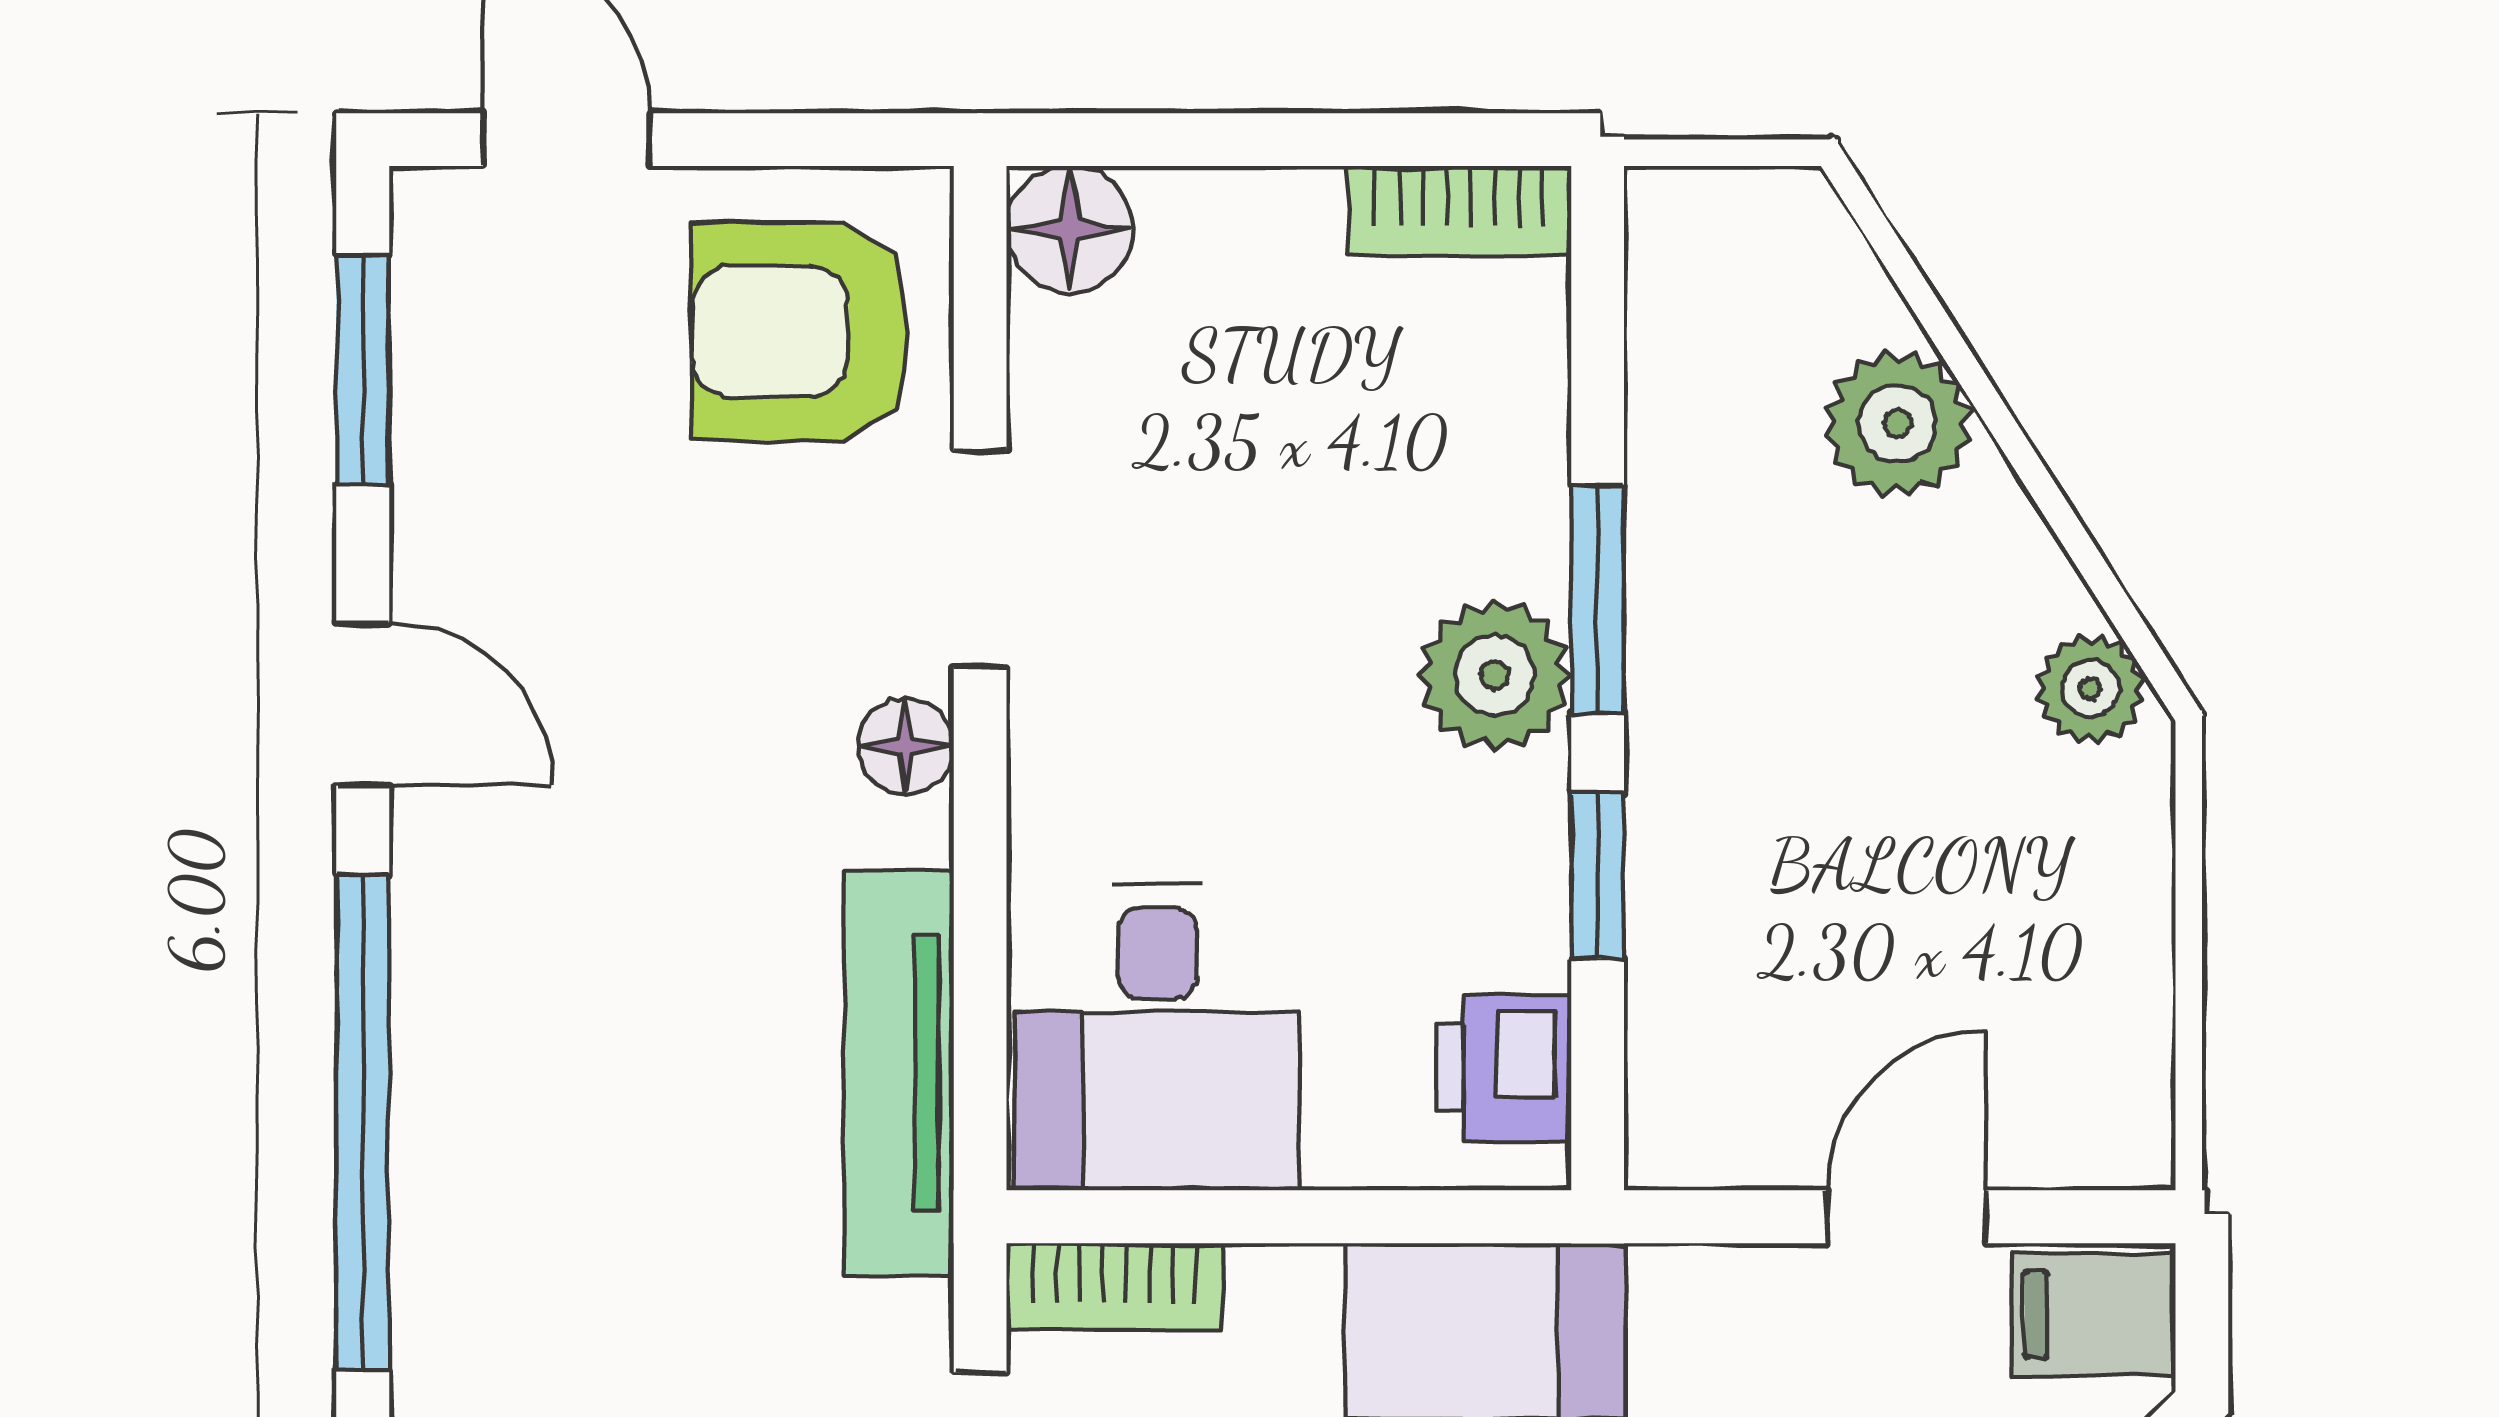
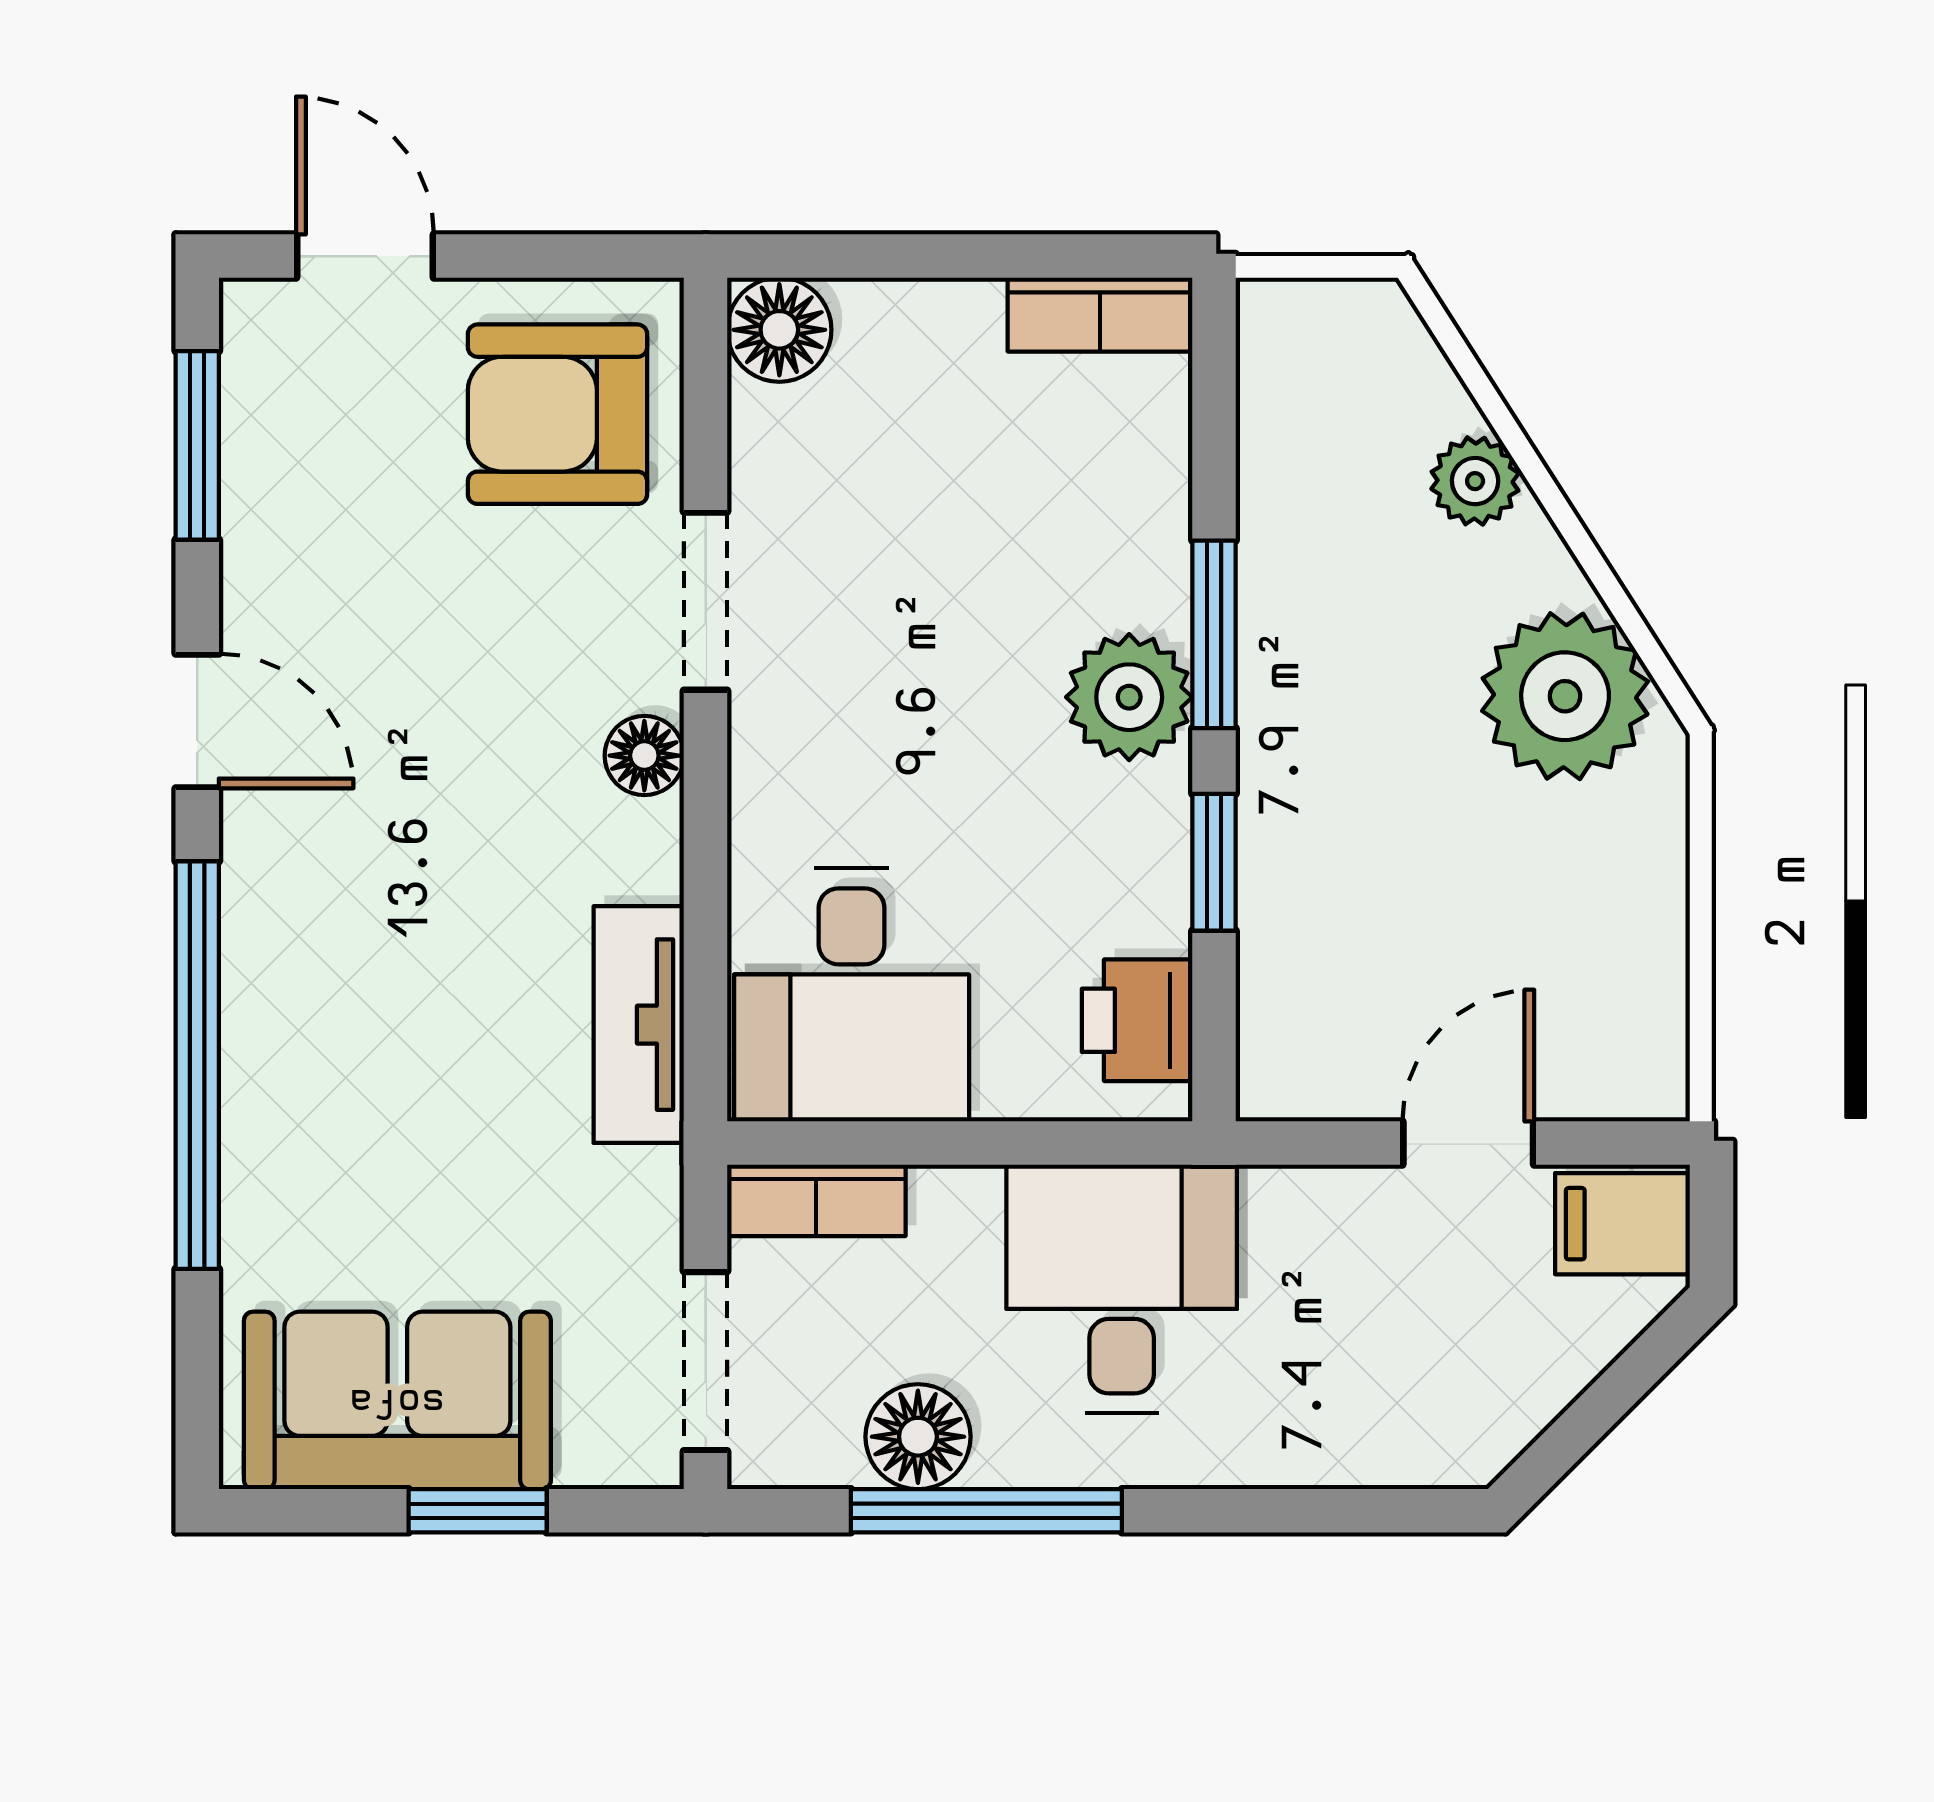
plant: (1897, 424) -> (1475, 481), width x0.73, depth x0.73
plant: (2090, 689) -> (1565, 696), width x1.88, depth x1.88
tv unit: (899, 1073) -> (639, 1025), width x0.71

